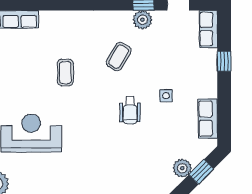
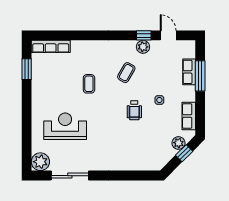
row of seats: (208, 29) -> (189, 72), moved
window: (224, 61) -> (200, 76), width x2.17
plant: (182, 168) -> (178, 143), moved

